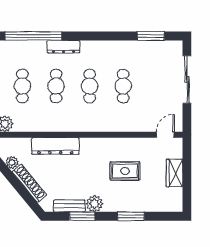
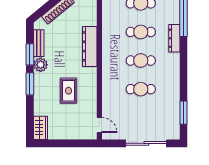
dresser: (55, 146) -> (90, 46), moved
wardrobe: (175, 173) -> (40, 128), moved, turned 90
window: (131, 216) -> (30, 84), moved

